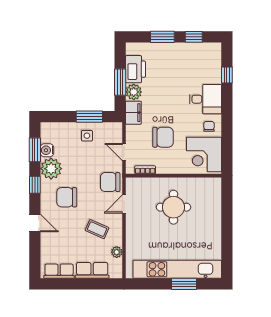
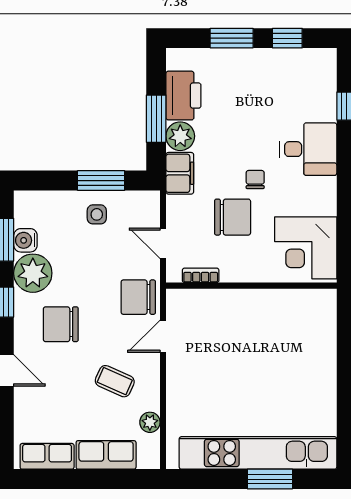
chair: (209, 126) -> (255, 179), moved
round table: (173, 207) -> (251, 342), removed

